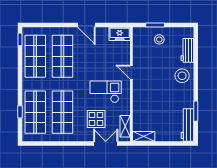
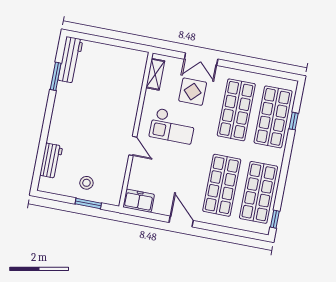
stool: (182, 76) -> (65, 128), removed
shelving: (144, 136) -> (133, 56), removed
double door: (106, 143) -> (201, 59), moved

